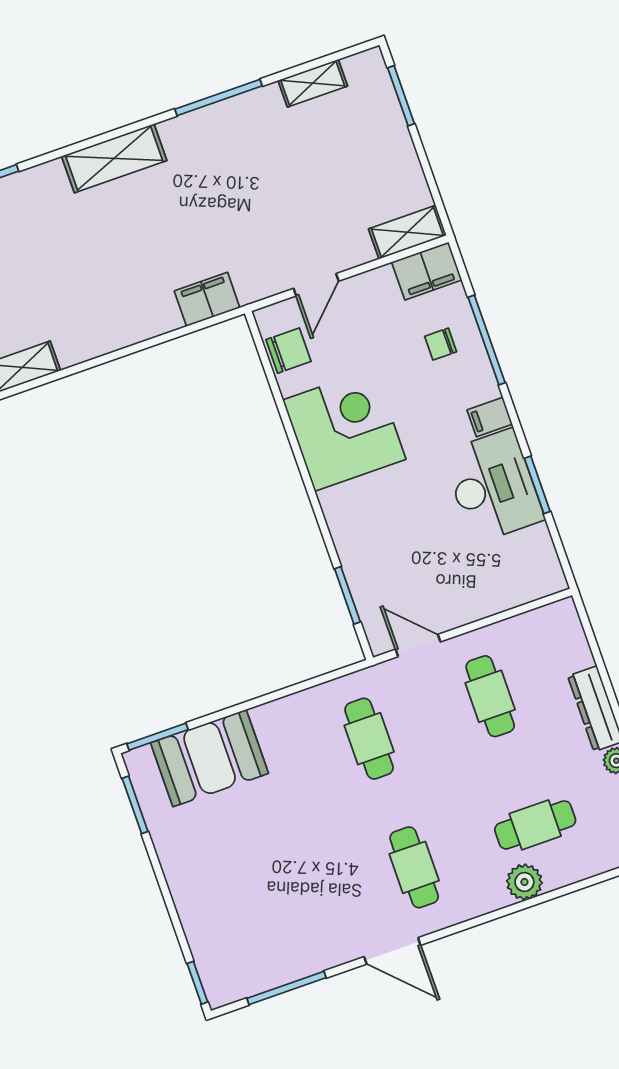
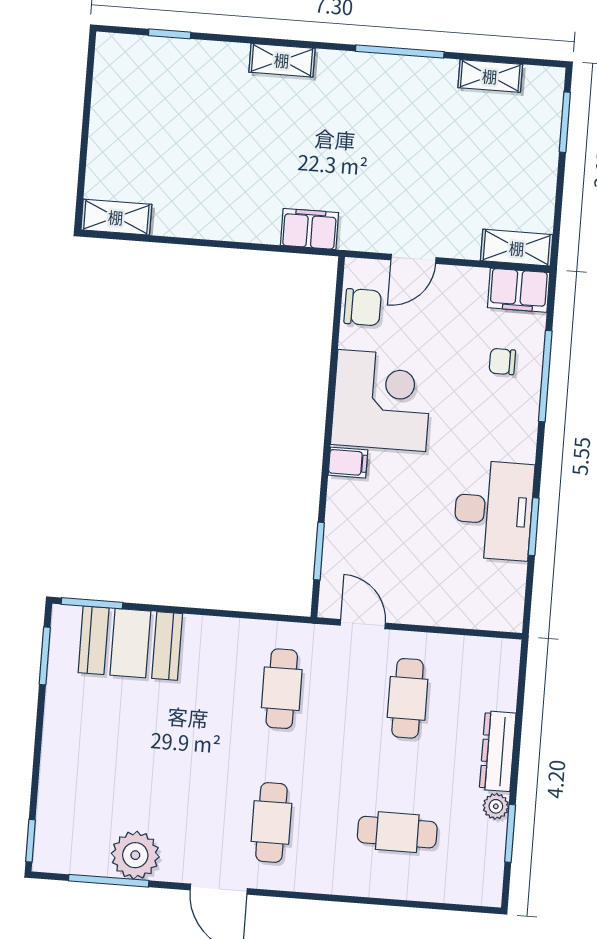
shelving: (114, 158) -> (282, 60), width x0.67, depth x0.75
filing cabinet: (490, 417) -> (348, 463), moved, turned 180
plant: (524, 882) -> (135, 855), moved, width x1.36, depth x1.36

